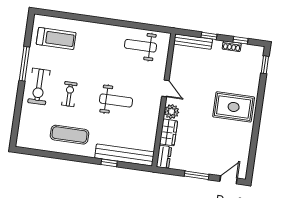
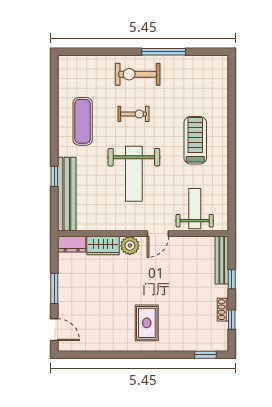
treadmill: (56, 38) -> (195, 140), moved, turned 180
weight bench: (141, 46) -> (195, 209), moved
weight bench: (116, 100) -> (134, 174), width x1.36, depth x1.33
rug: (234, 107) -> (147, 323), width x0.73, depth x0.70

